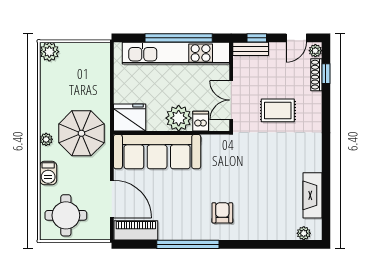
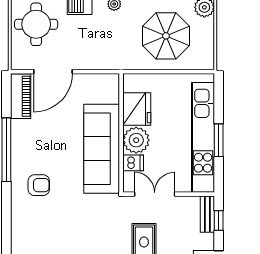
window: (179, 38) -> (219, 140), width x0.47
fridge: (130, 117) -> (137, 109), moved
parasol: (81, 133) -> (166, 36), moved
sofa: (157, 152) -> (102, 149), moved

